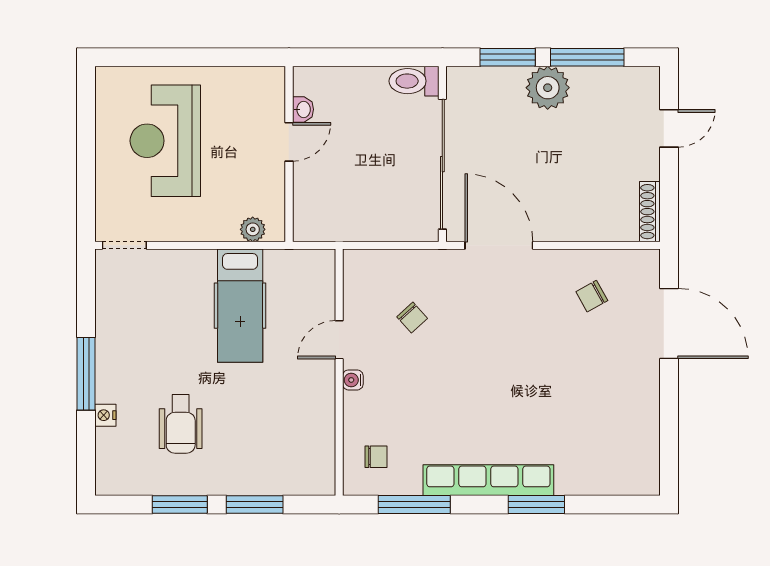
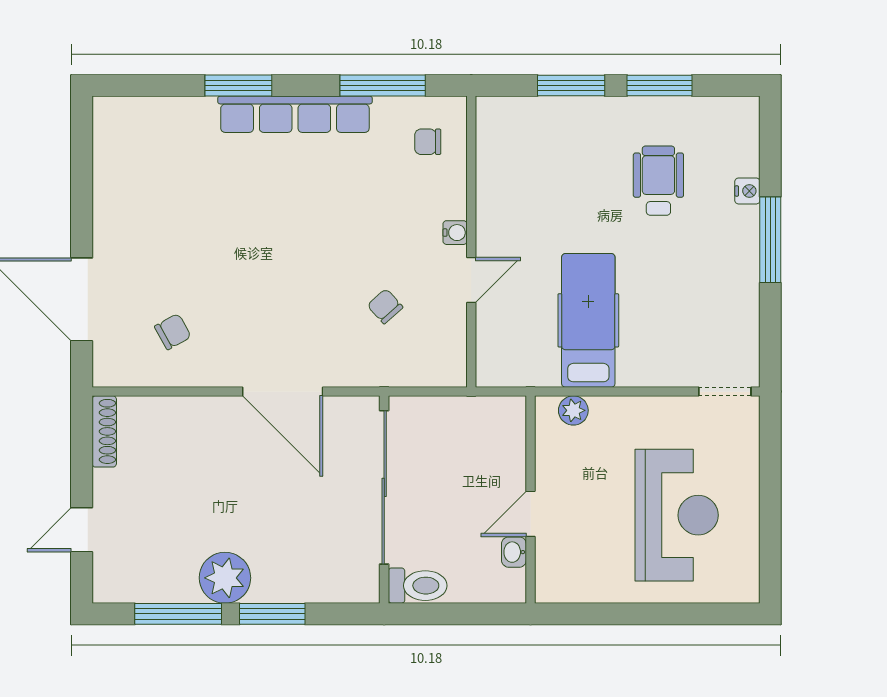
toilet: (414, 81) -> (418, 586), moved
wall: (442, 154) -> (384, 500), moved
sliding door: (442, 164) -> (384, 487), moved

